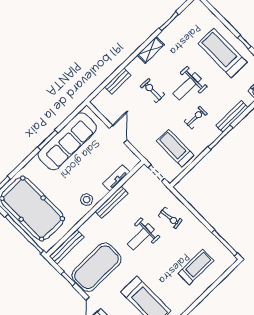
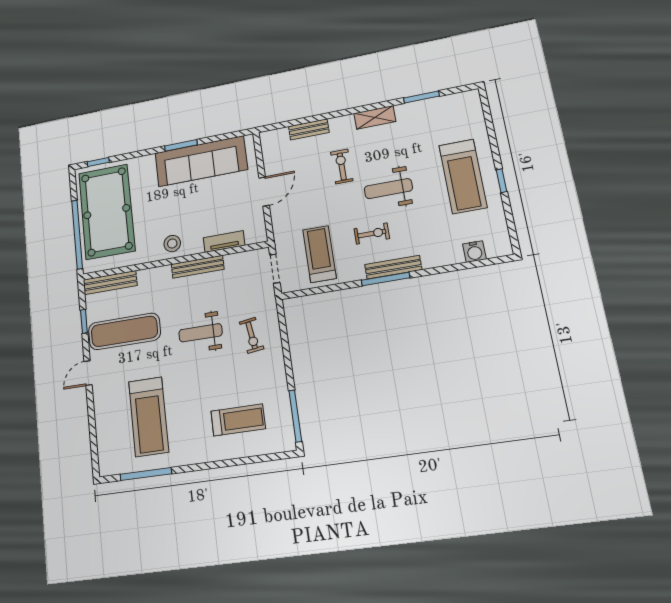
treadmill: (223, 53) -> (463, 176), turned 180
bench: (232, 116) -> (393, 267), moved
exercise mat: (97, 267) -> (124, 331), width x0.68

